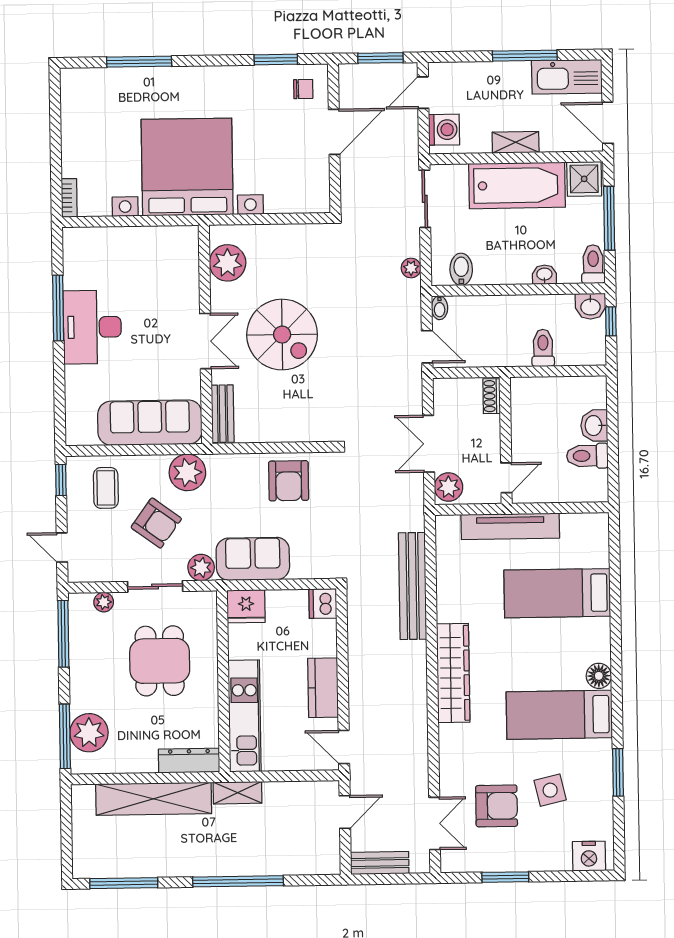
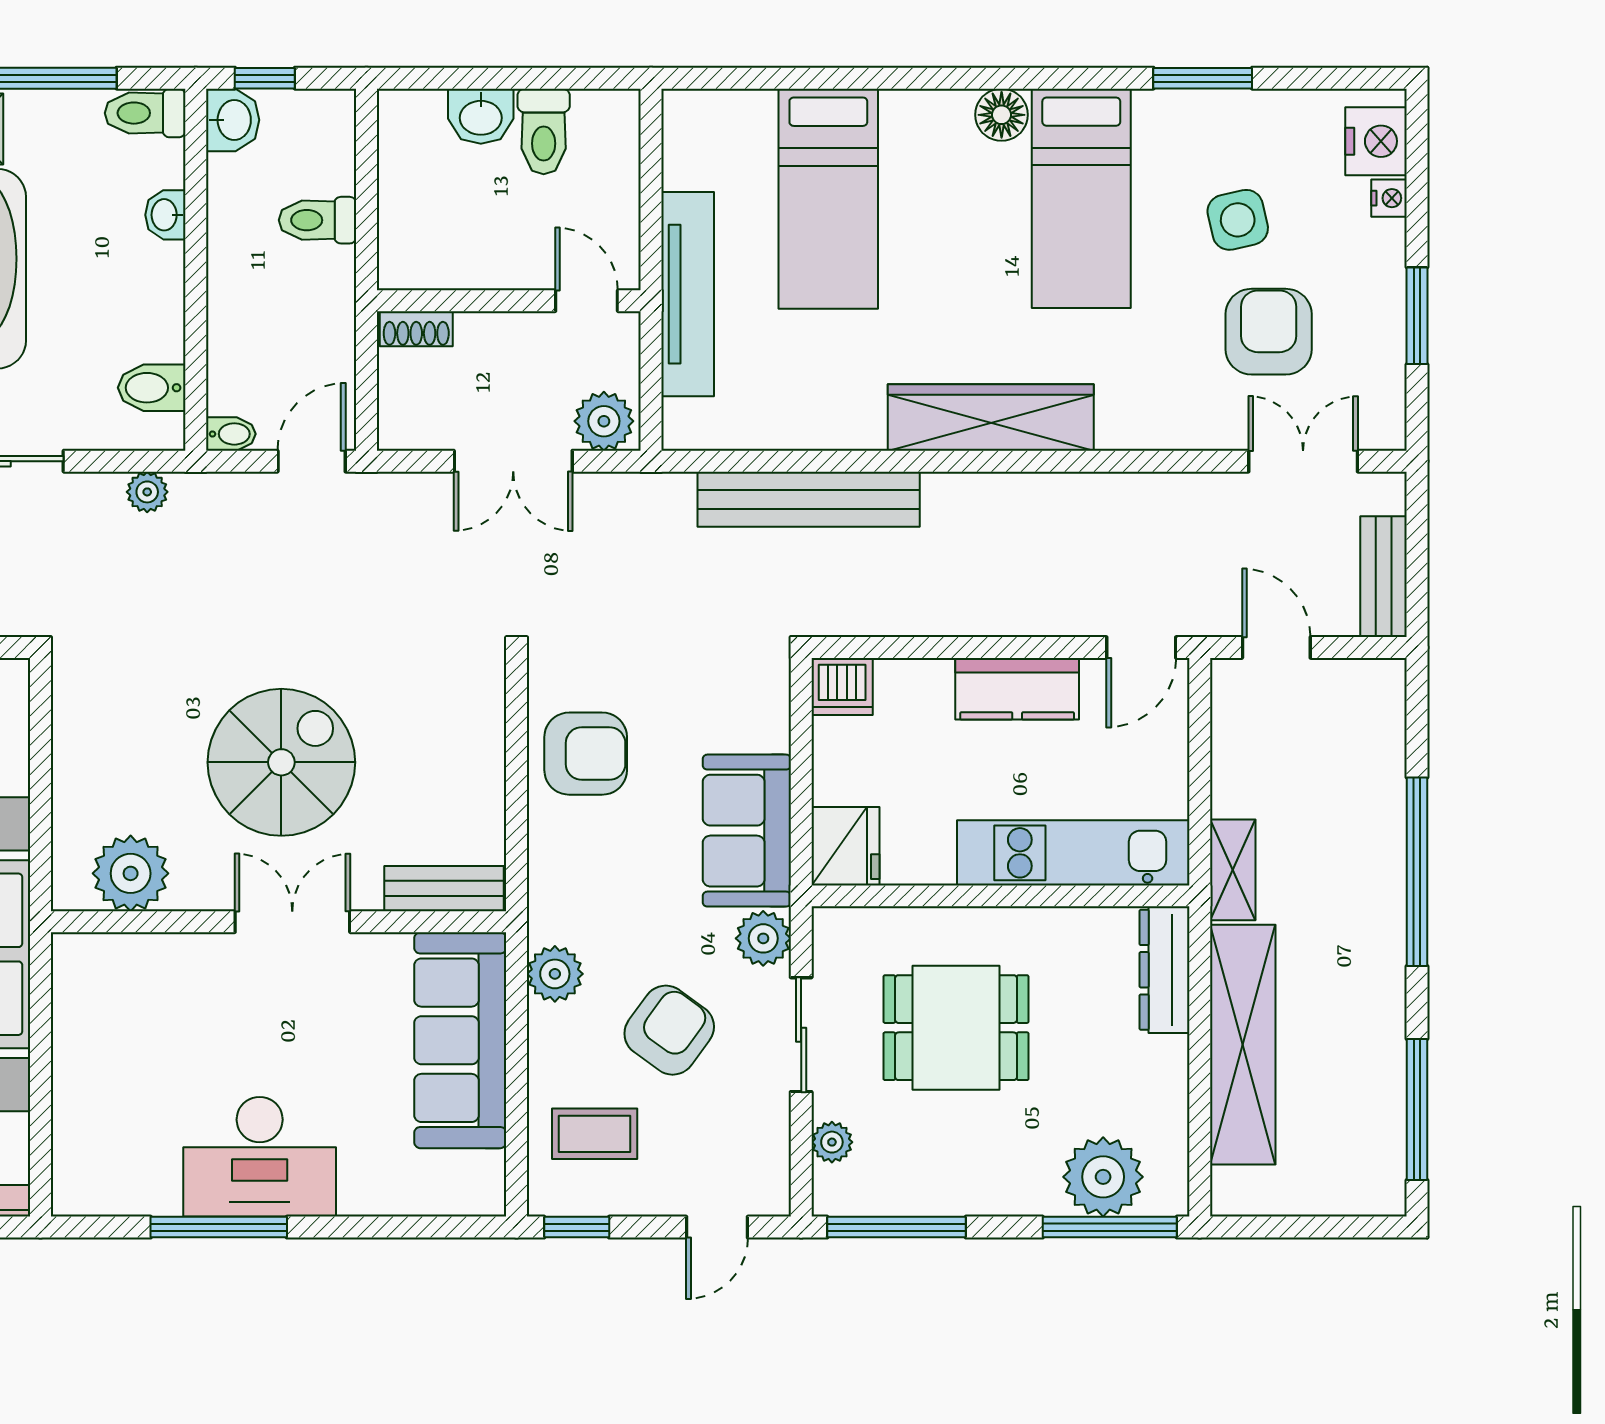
plant: (187, 472) -> (555, 974), width x0.73, depth x0.73
nightstand: (562, 863) -> (1389, 198), added

